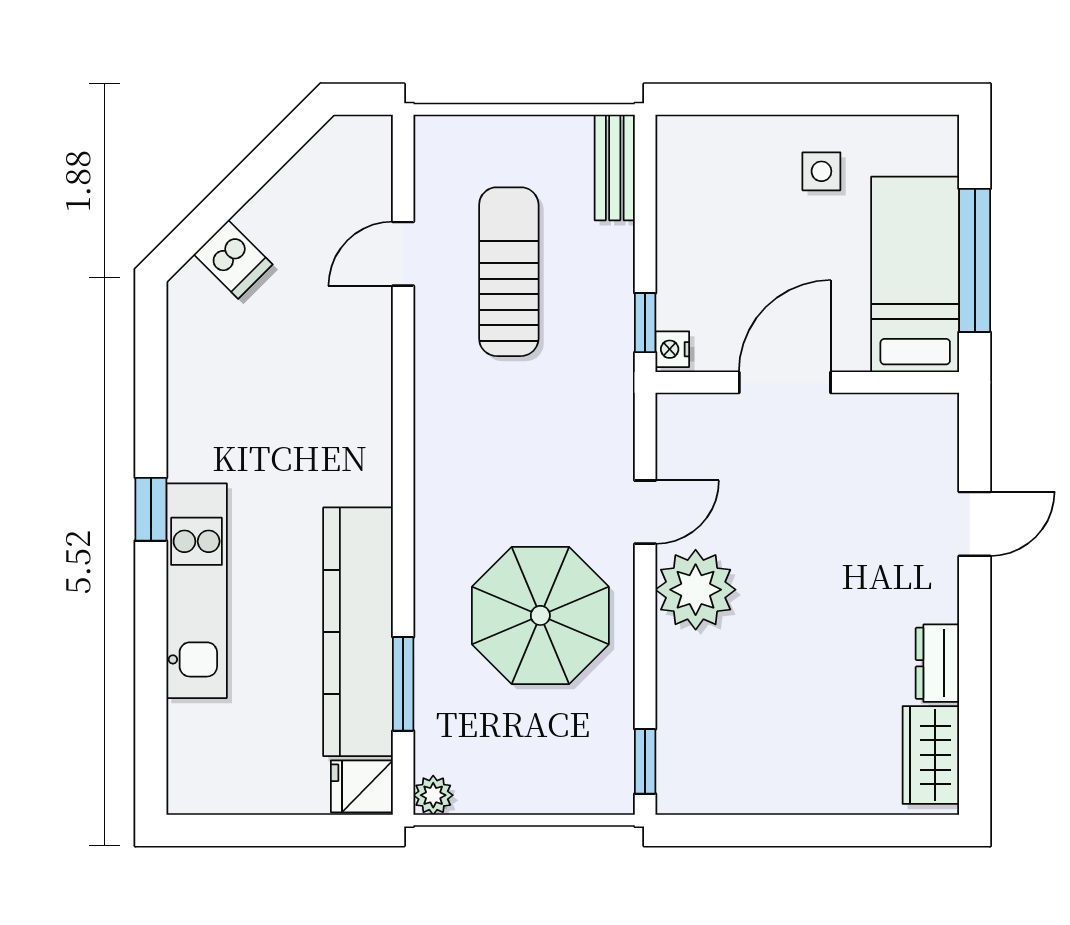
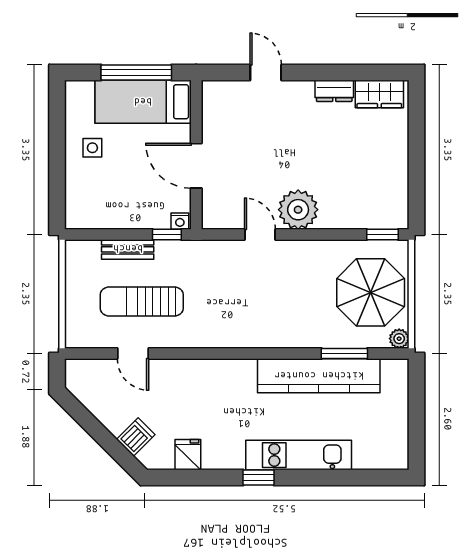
bench: (615, 167) -> (128, 249), moved
parasol: (540, 615) -> (371, 292), moved
fridge: (362, 786) -> (188, 455), moved, turned 180

